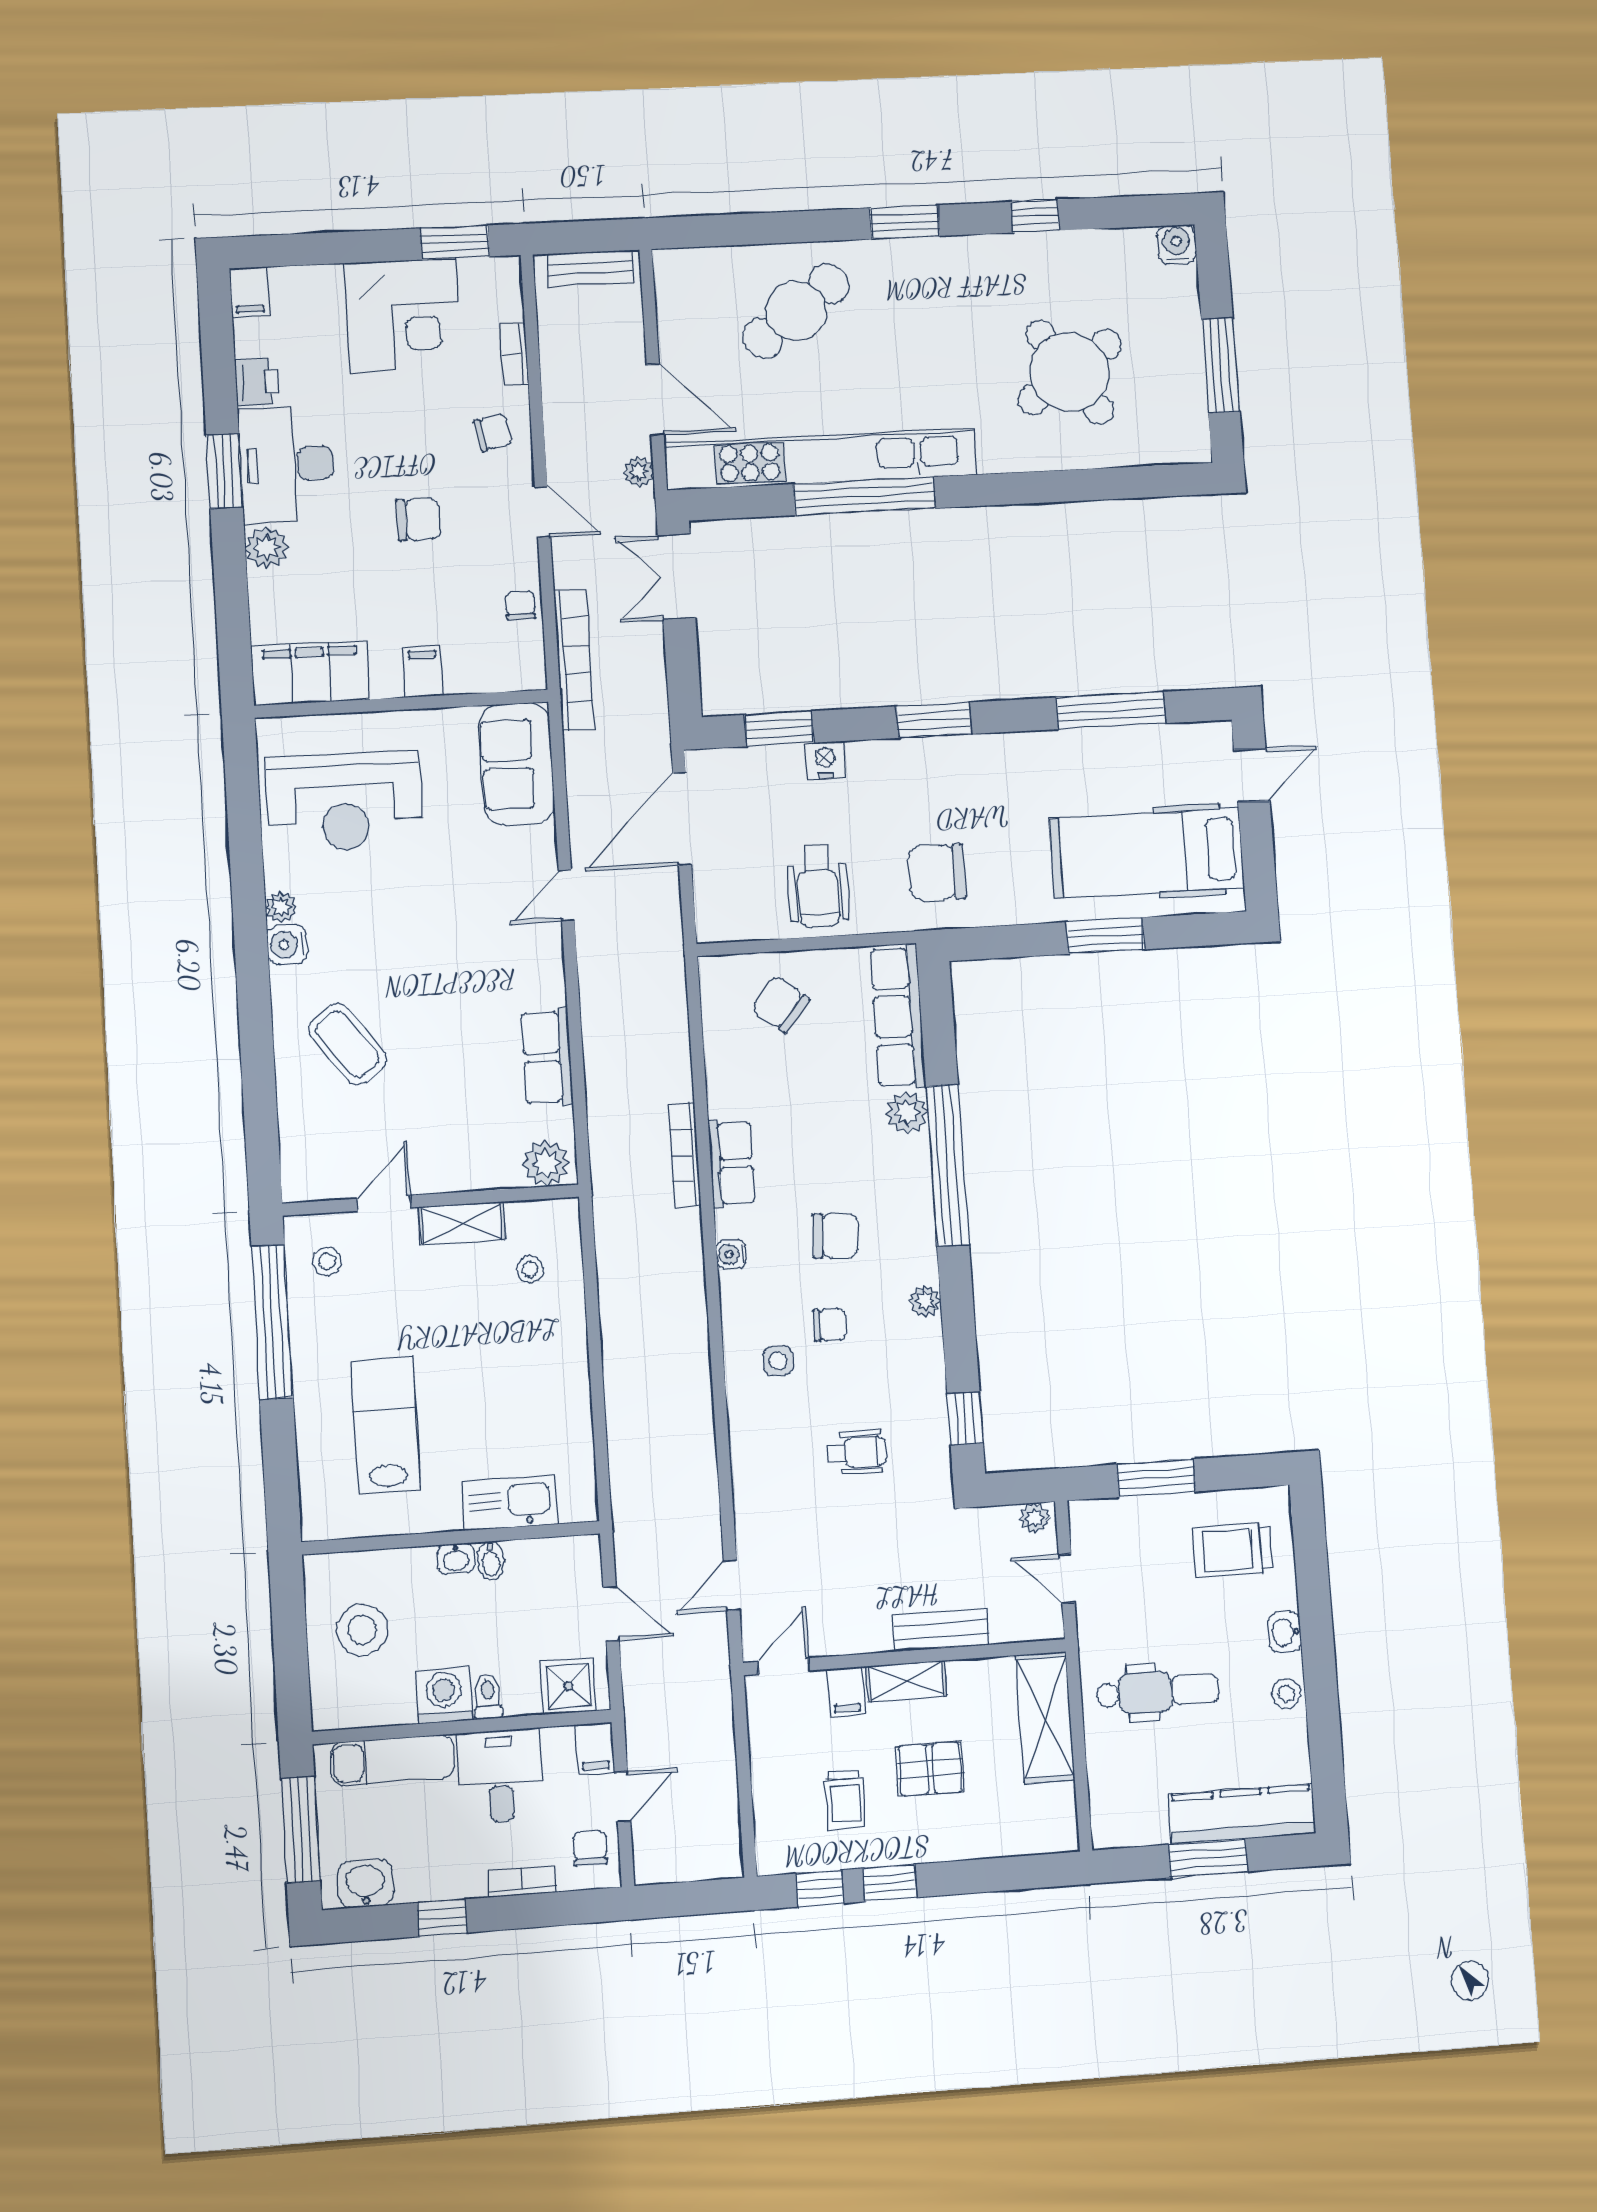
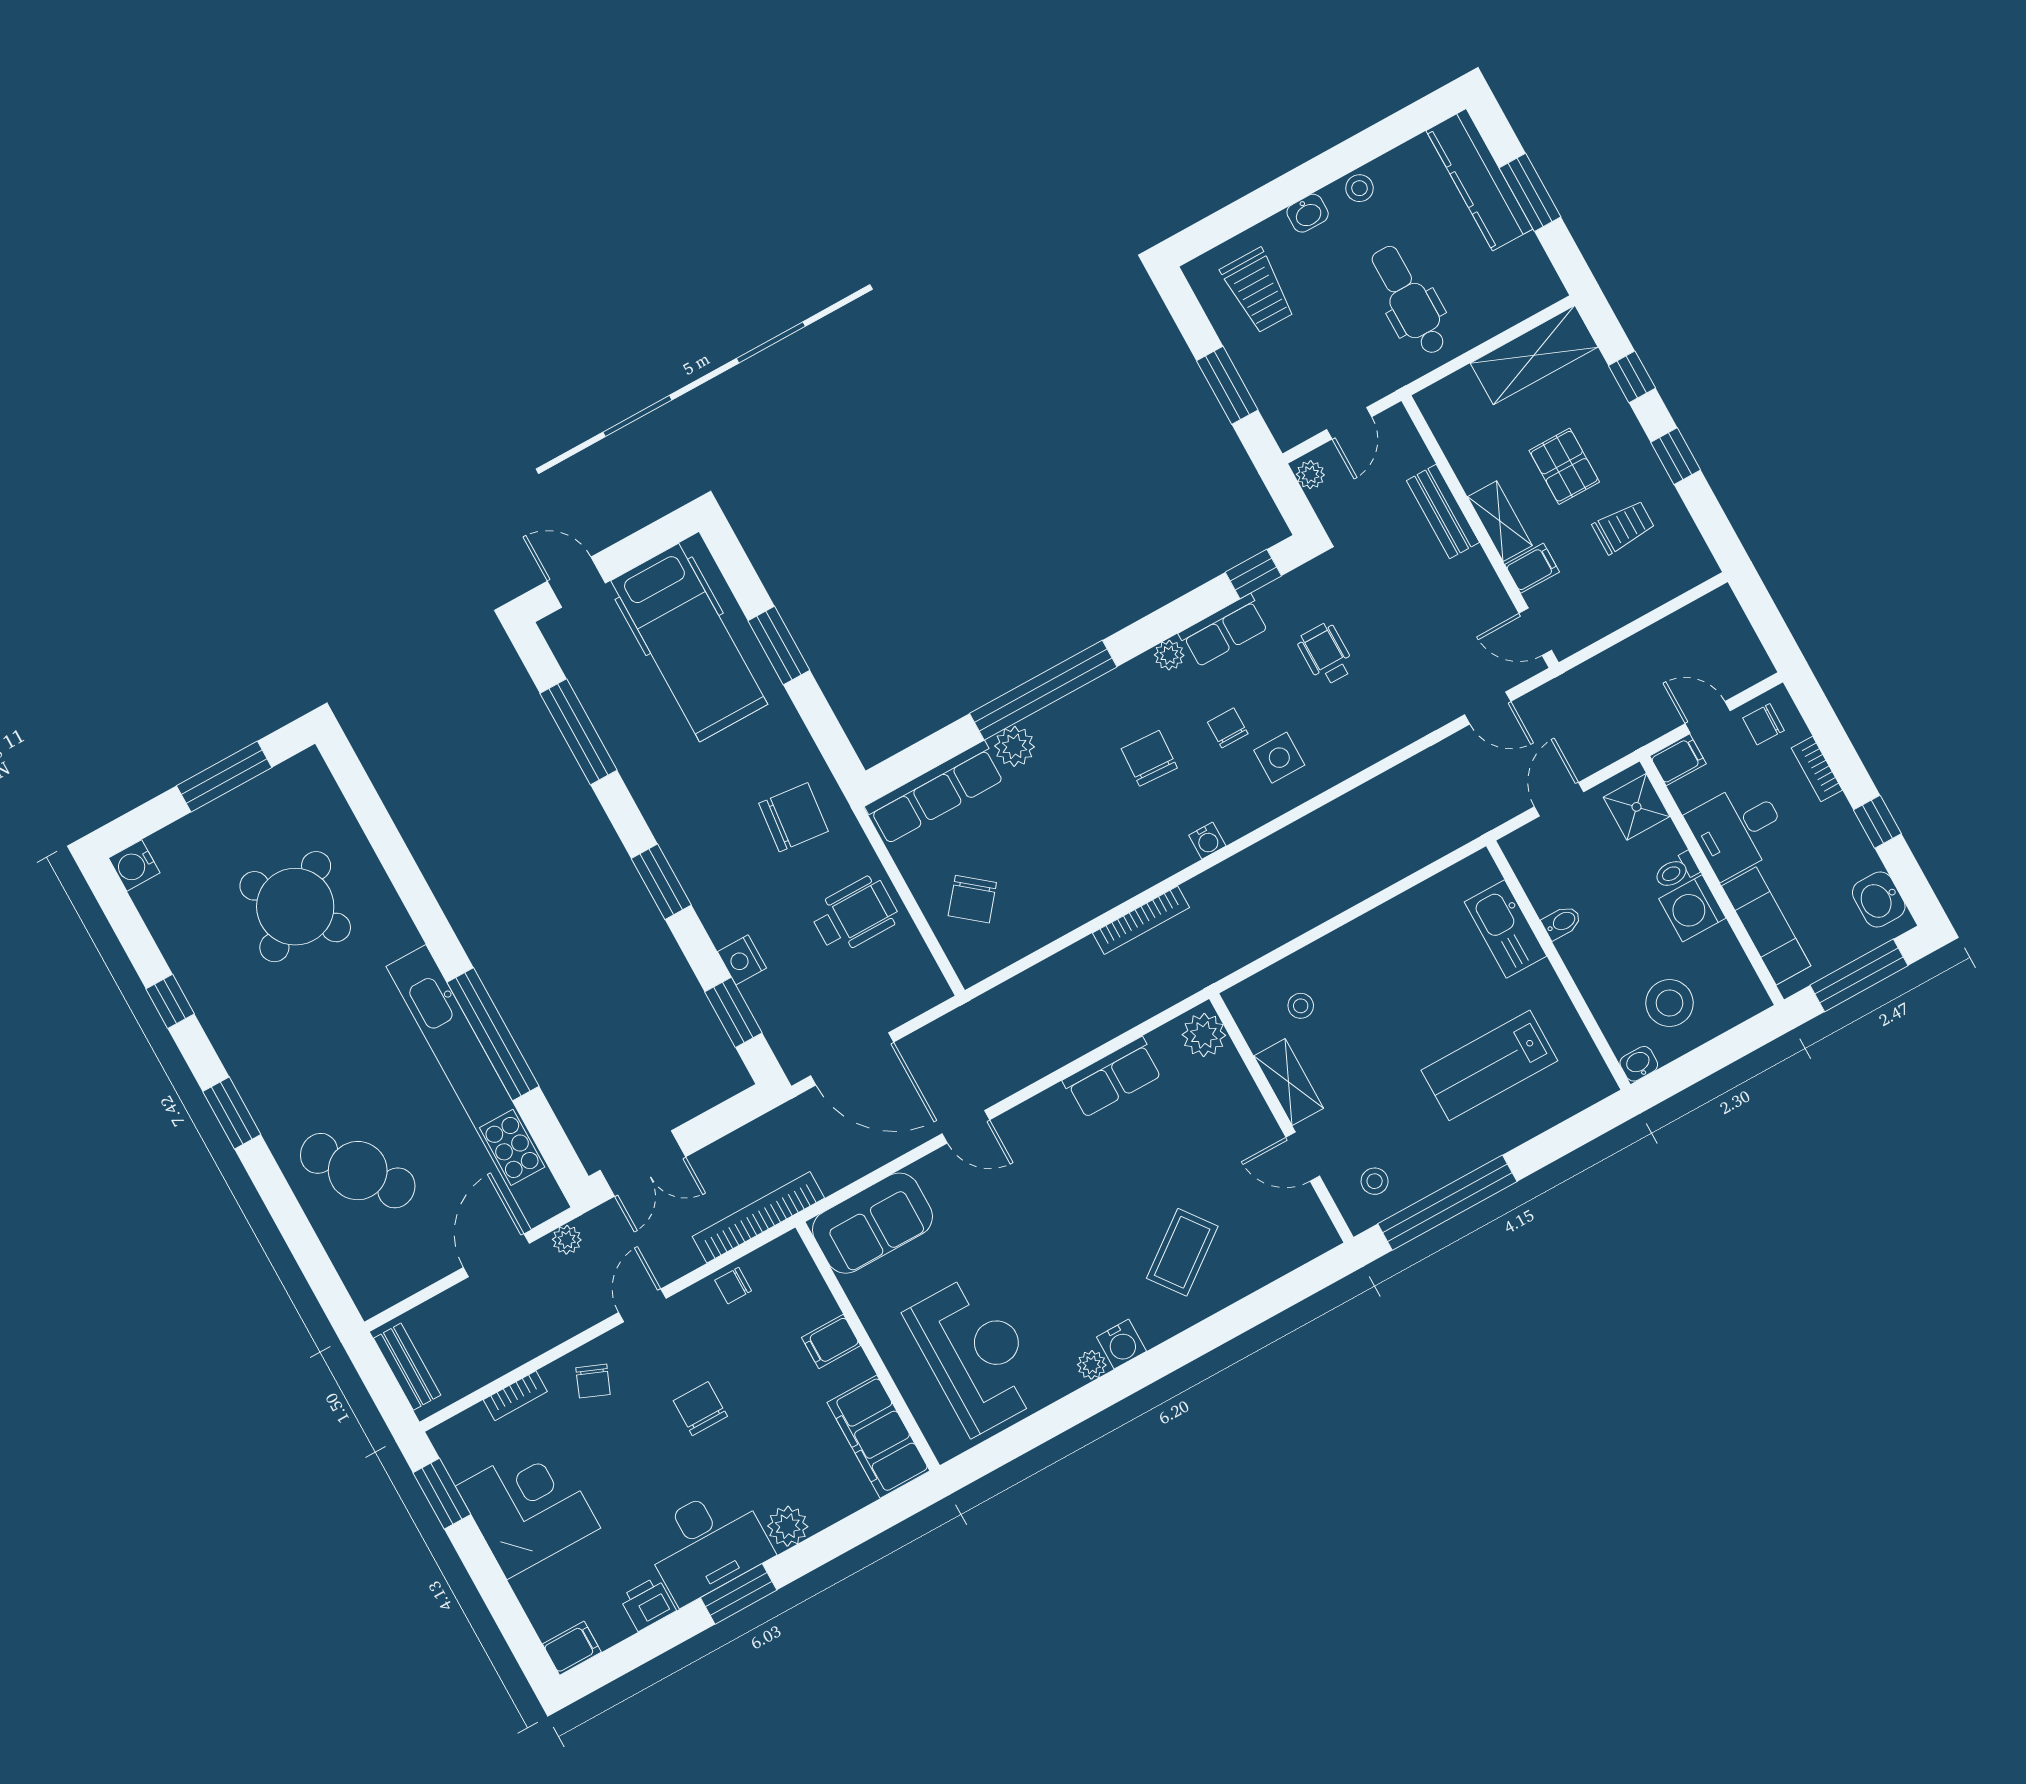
chair: (493, 432) -> (593, 1381), turned -146
chair: (937, 873) -> (794, 817), turned -84
row of seats: (732, 1163) -> (1224, 631), moved, turned 180
side table: (778, 1361) -> (1279, 758), width x1.37, depth x1.37
washbasin: (456, 1559) -> (1639, 1064), moved, turned -90
shelving: (1045, 1717) -> (1534, 355), moved
window: (820, 1888) -> (1632, 377), moved

